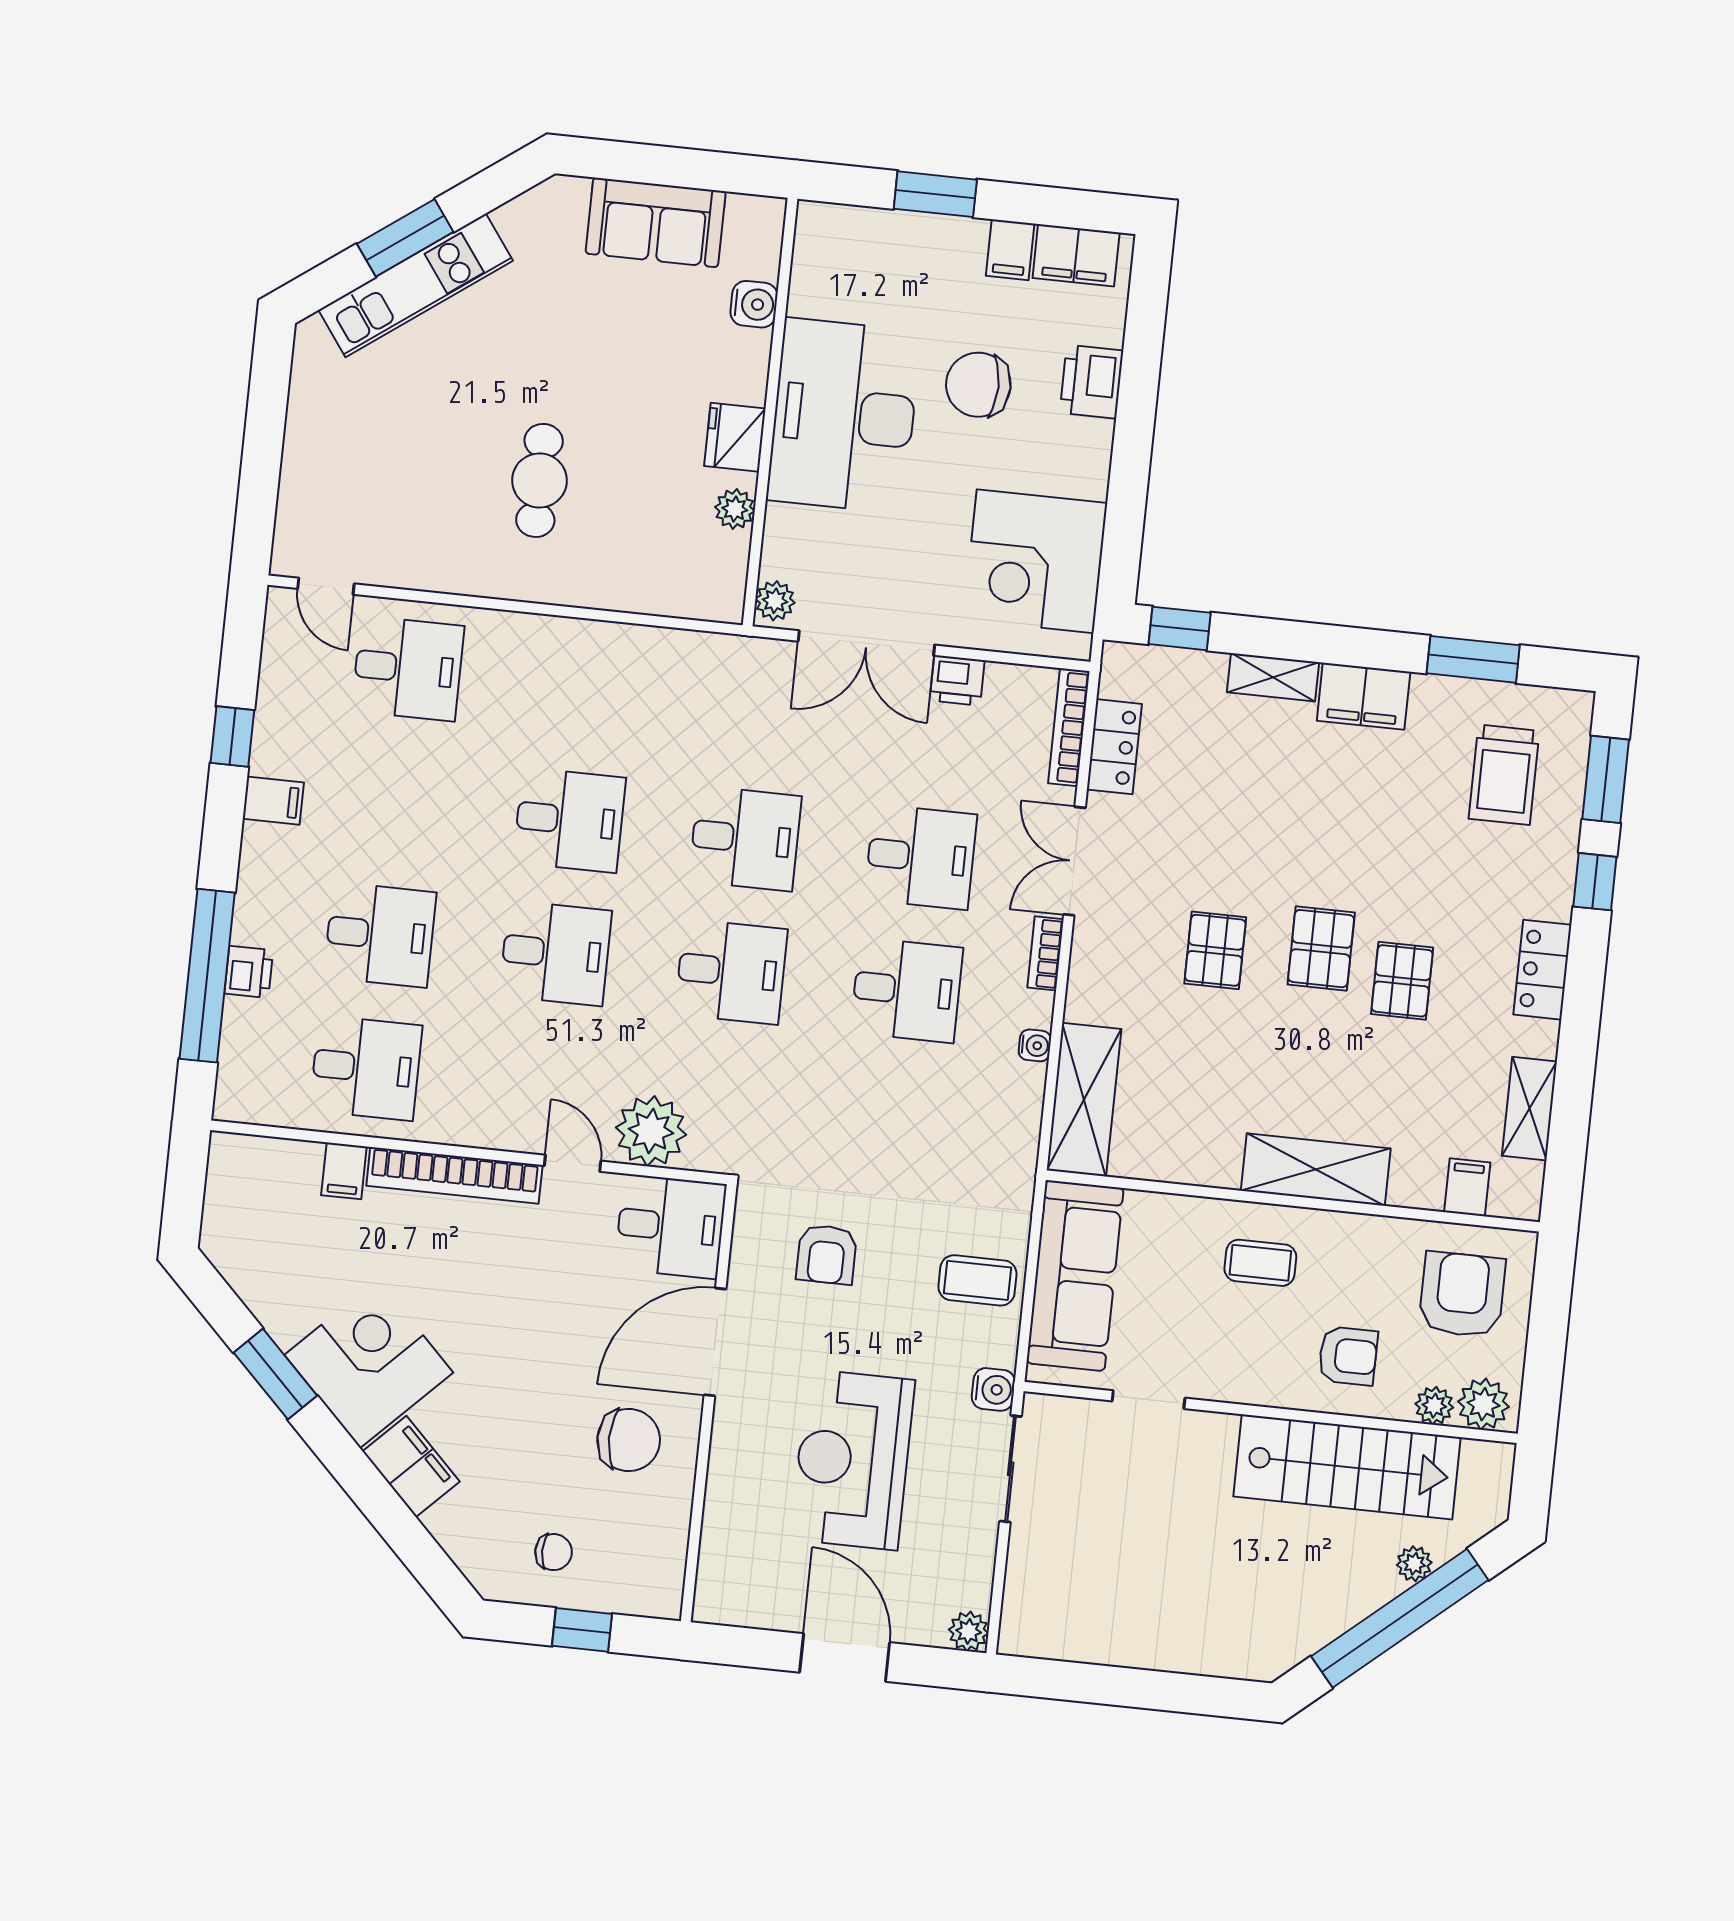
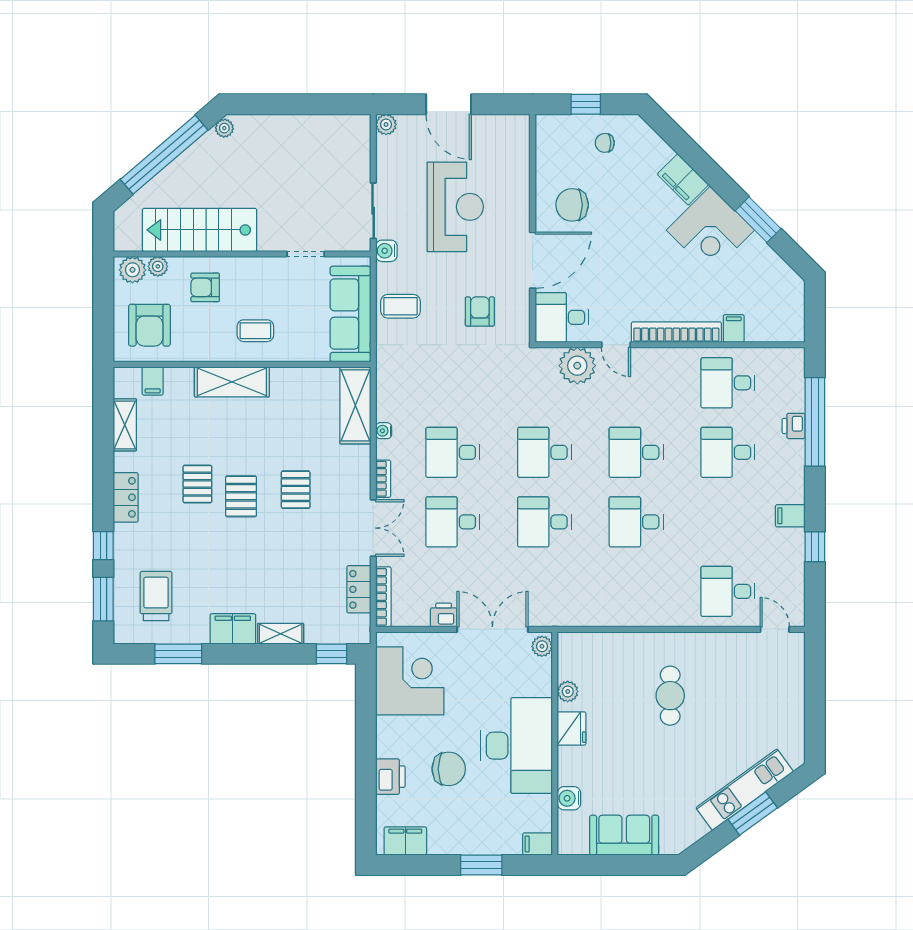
filing cabinet: (1010, 250) -> (538, 844), moved, turned -90
plant: (1414, 1564) -> (224, 128), moved

